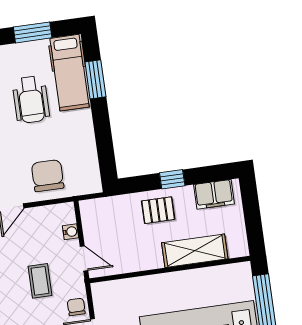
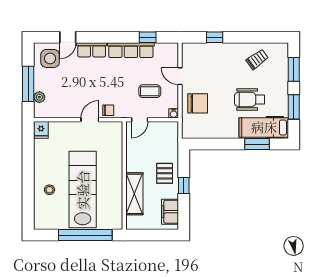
water cooler: (71, 232) -> (174, 113), moved
coffee table: (40, 281) -> (150, 91), moved

